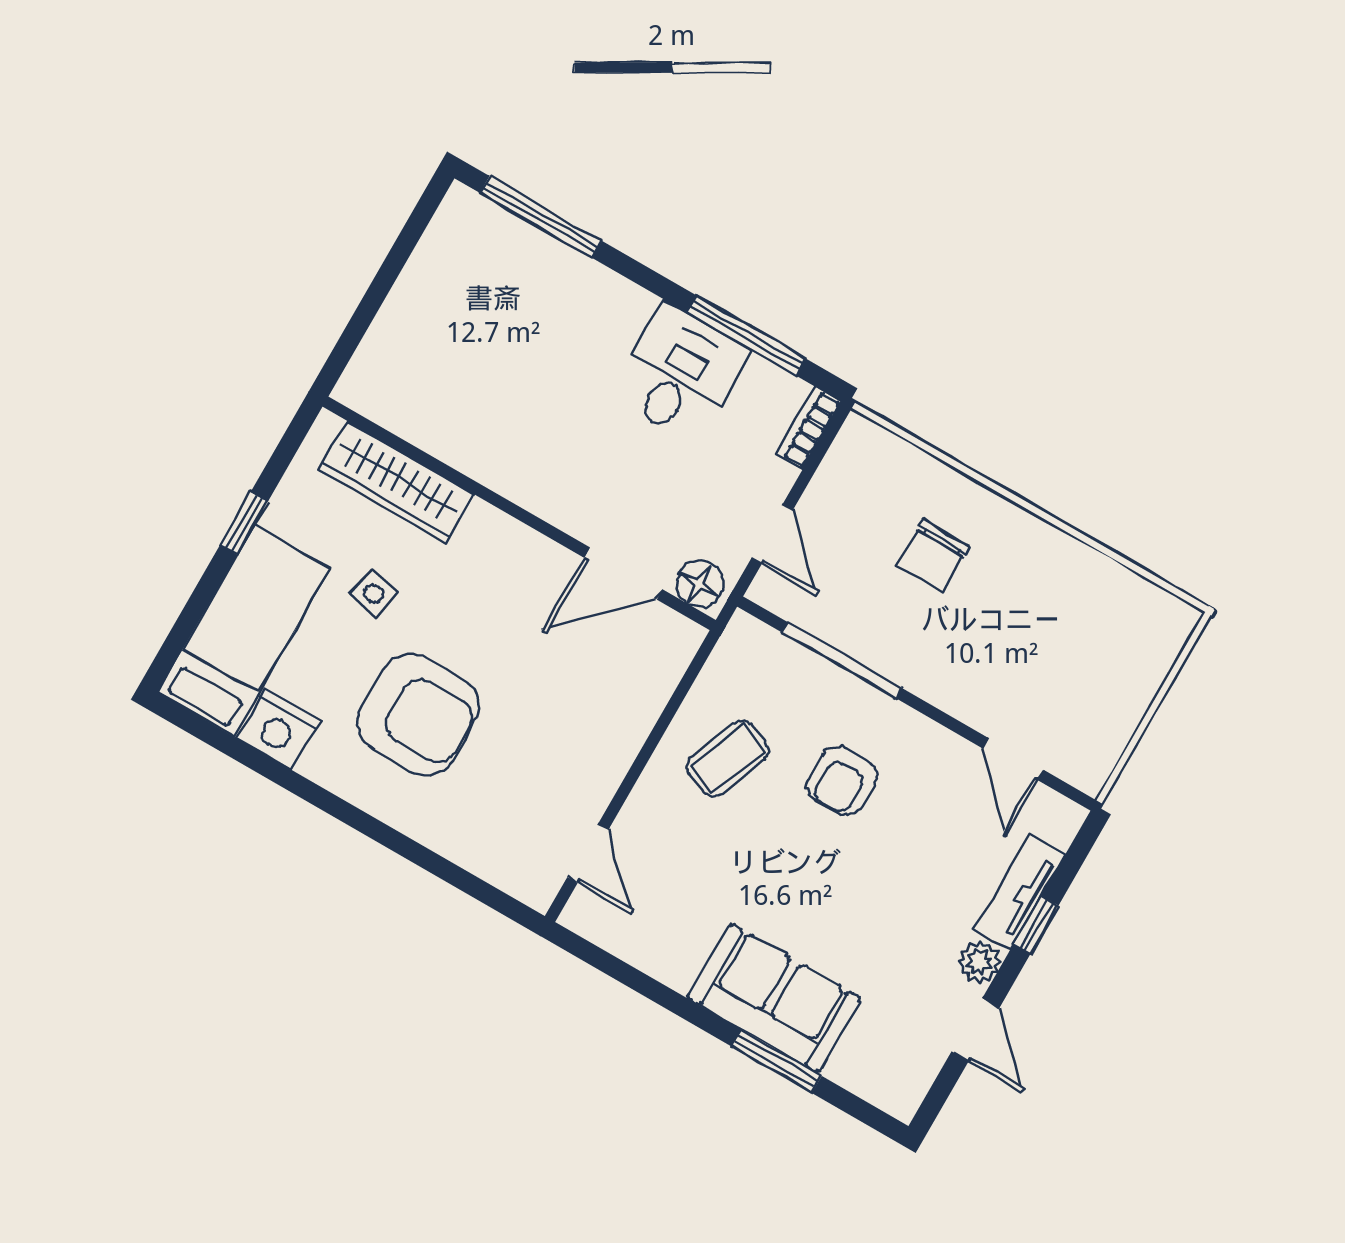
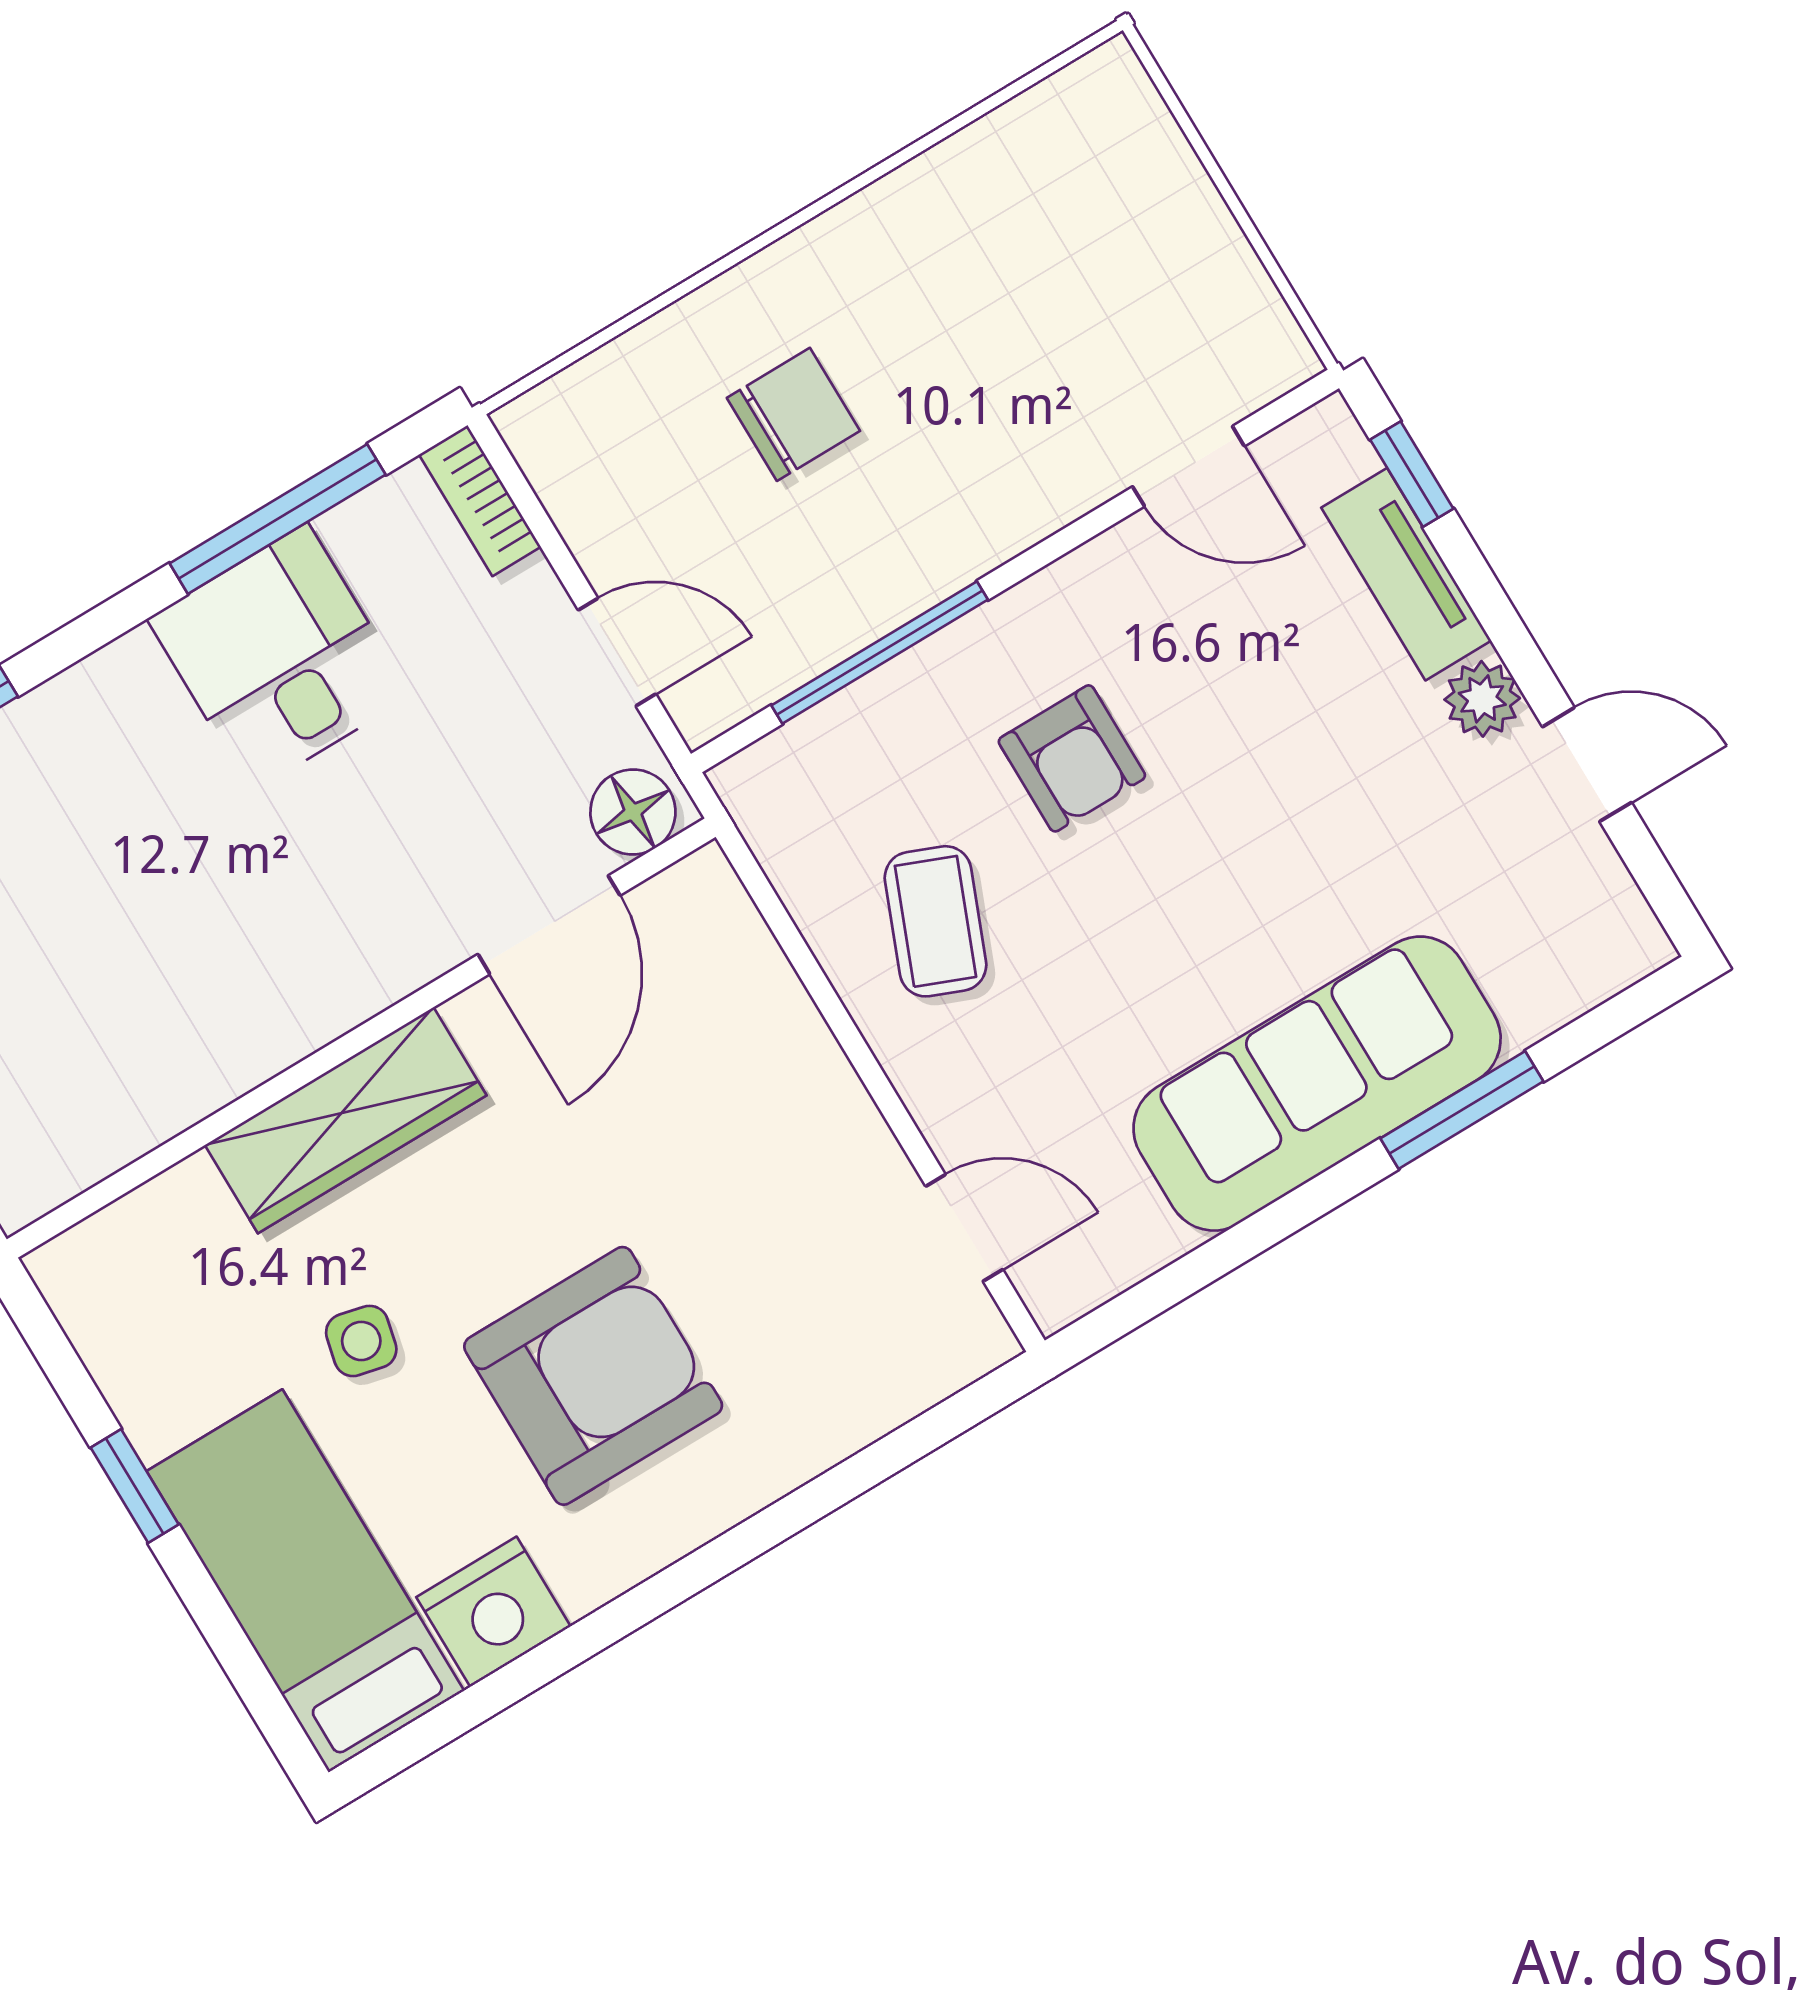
wardrobe: (397, 482) -> (346, 1120), moved
chair: (933, 556) -> (793, 414), turned -90
window: (1036, 925) -> (1412, 474), moved
sofa: (774, 998) -> (1317, 1084), width x1.36

